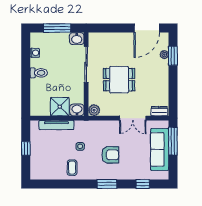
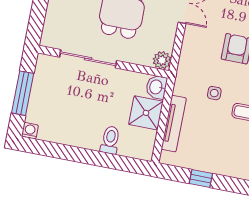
washbasin: (77, 39) -> (45, 66), removed
washing machine: (35, 53) -> (30, 131), moved
toilet: (39, 73) -> (110, 140), moved

